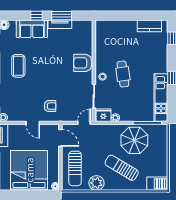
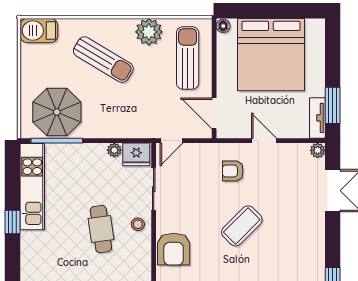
armchair: (83, 63) -> (174, 249), turned 90
coffee table: (18, 66) -> (242, 226), moved, turned 45
parasol: (134, 140) -> (57, 112), moved

